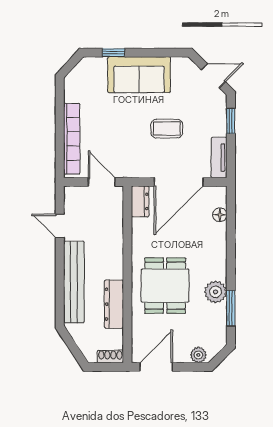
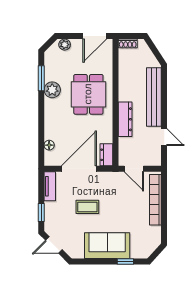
dresser: (114, 304) -> (125, 119), moved

